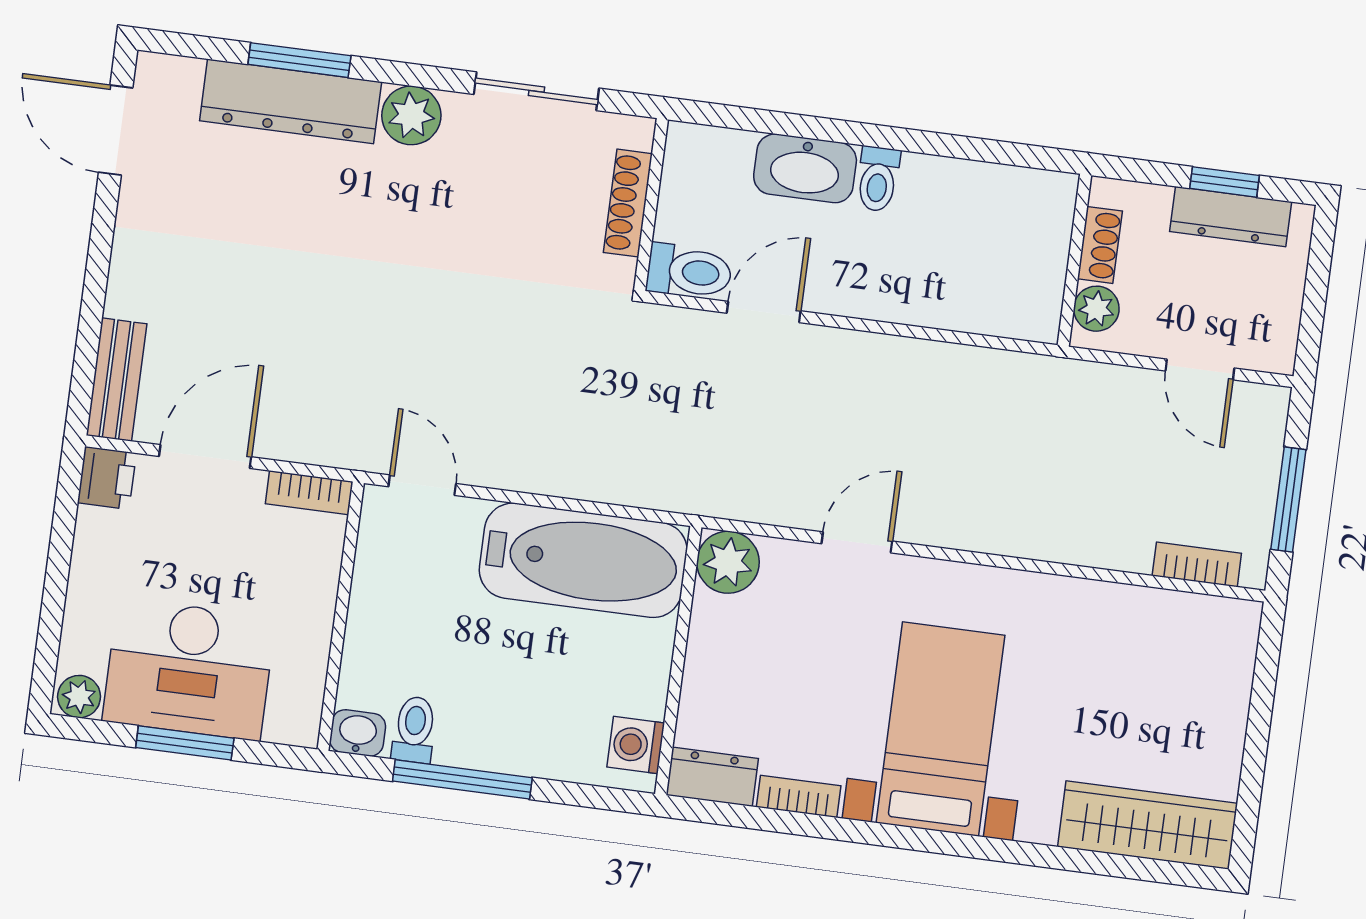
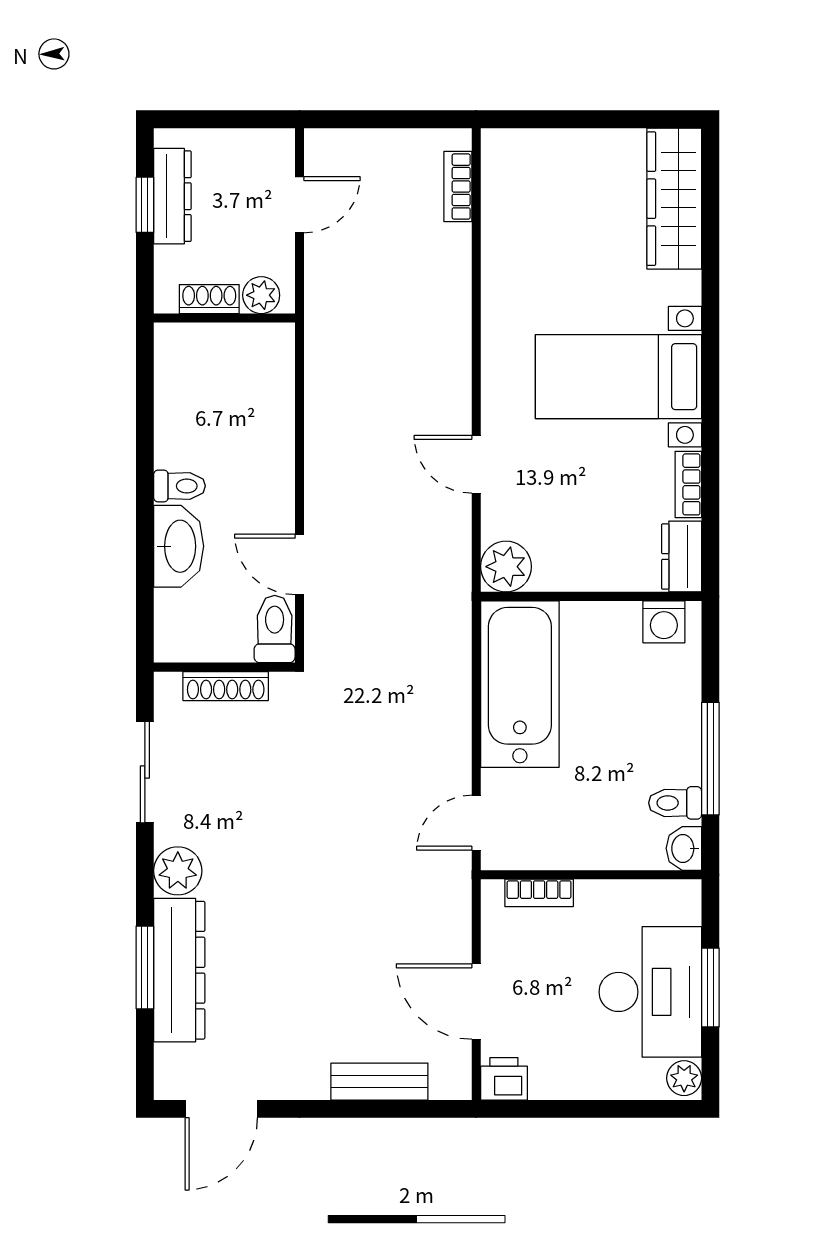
bench: (117, 380) -> (379, 1082), moved
bookcase: (309, 493) -> (539, 893), moved, turned 90
window: (1288, 500) -> (395, 119), removed

